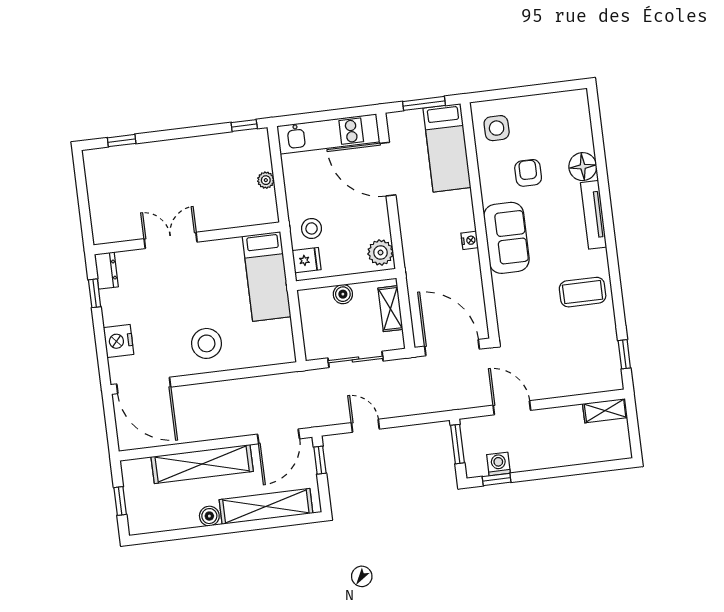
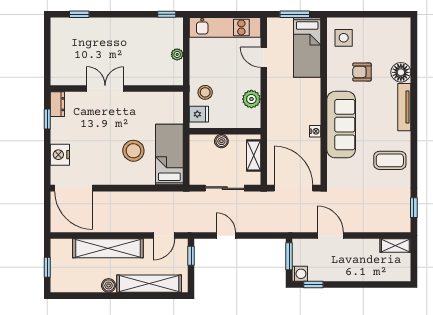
door: (388, 169) -> (264, 57), width x0.53
armchair: (528, 173) -> (362, 72), turned -90
sofa: (506, 238) -> (341, 125), width x1.36
nightstand: (470, 240) -> (315, 131), moved
plant: (381, 252) -> (251, 99), moved
bed: (267, 276) -> (169, 155), moved, turned 180
stool: (206, 343) -> (133, 151), moved
door: (278, 436) -> (164, 236), width x0.73
washing machine: (499, 464) -> (300, 274), moved, turned 90

